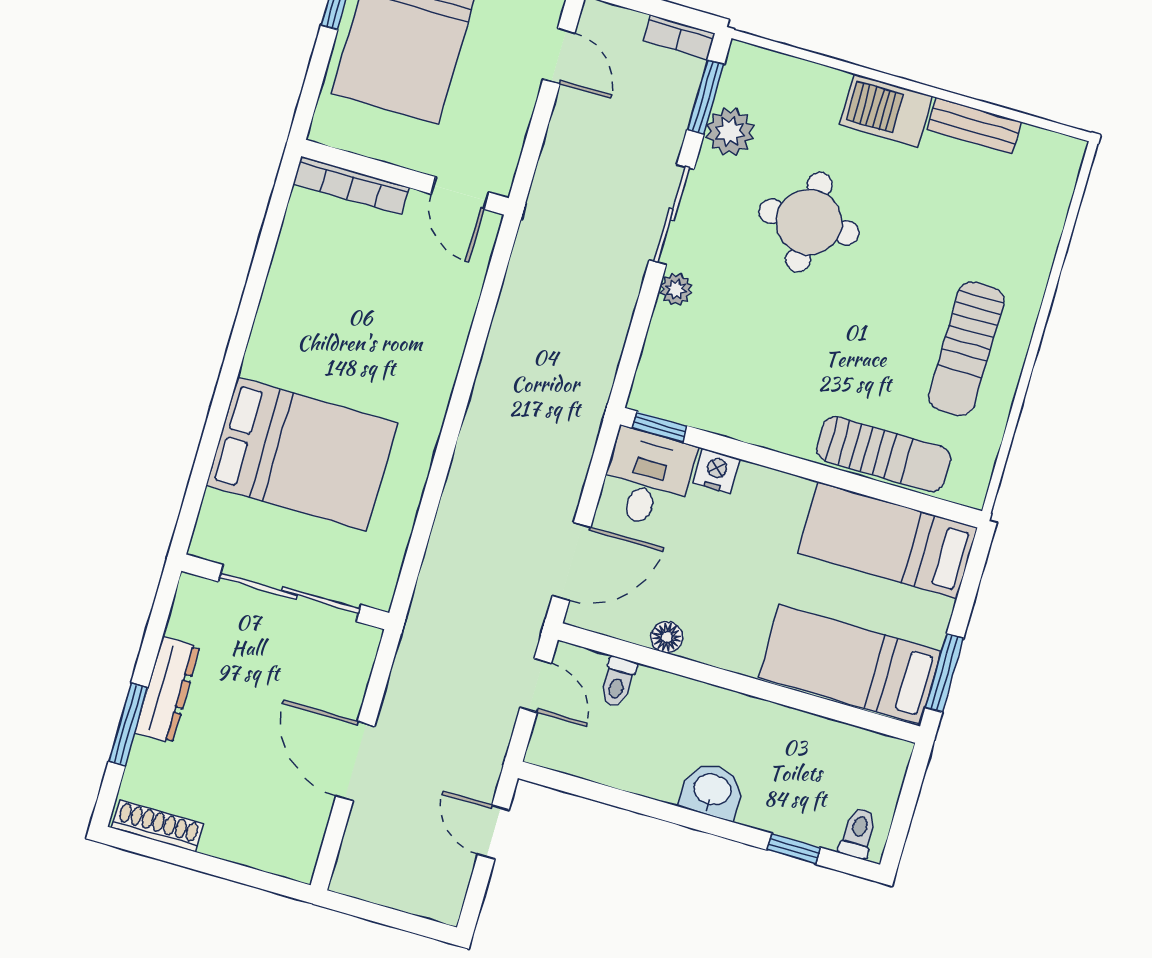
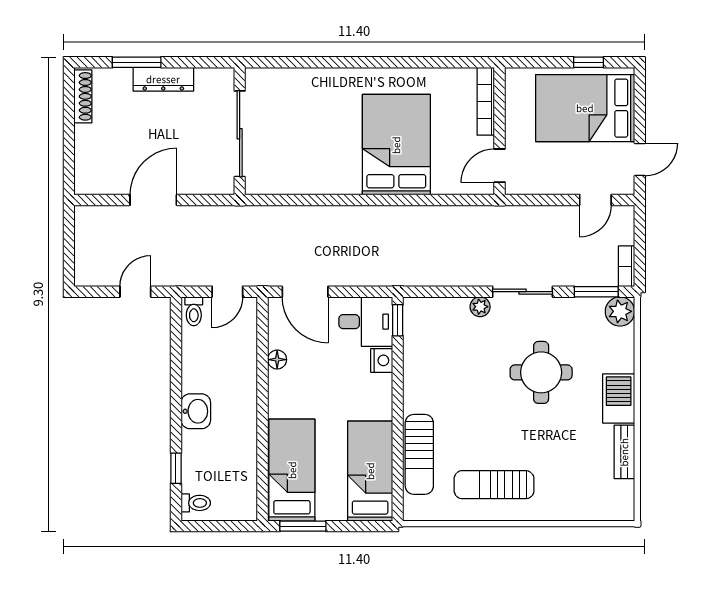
plant: (730, 132) -> (620, 311), moved
bed: (302, 454) -> (396, 145), moved, turned 180
toilet: (618, 682) -> (194, 311), moved, turned -90

